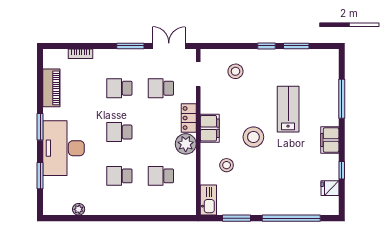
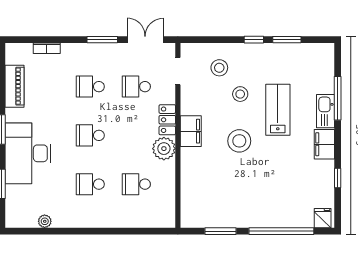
stool: (227, 165) -> (240, 94), moved
fridge: (330, 188) -> (323, 218), moved, turned 90
kitchen sink: (208, 200) -> (325, 111), moved, turned 180

